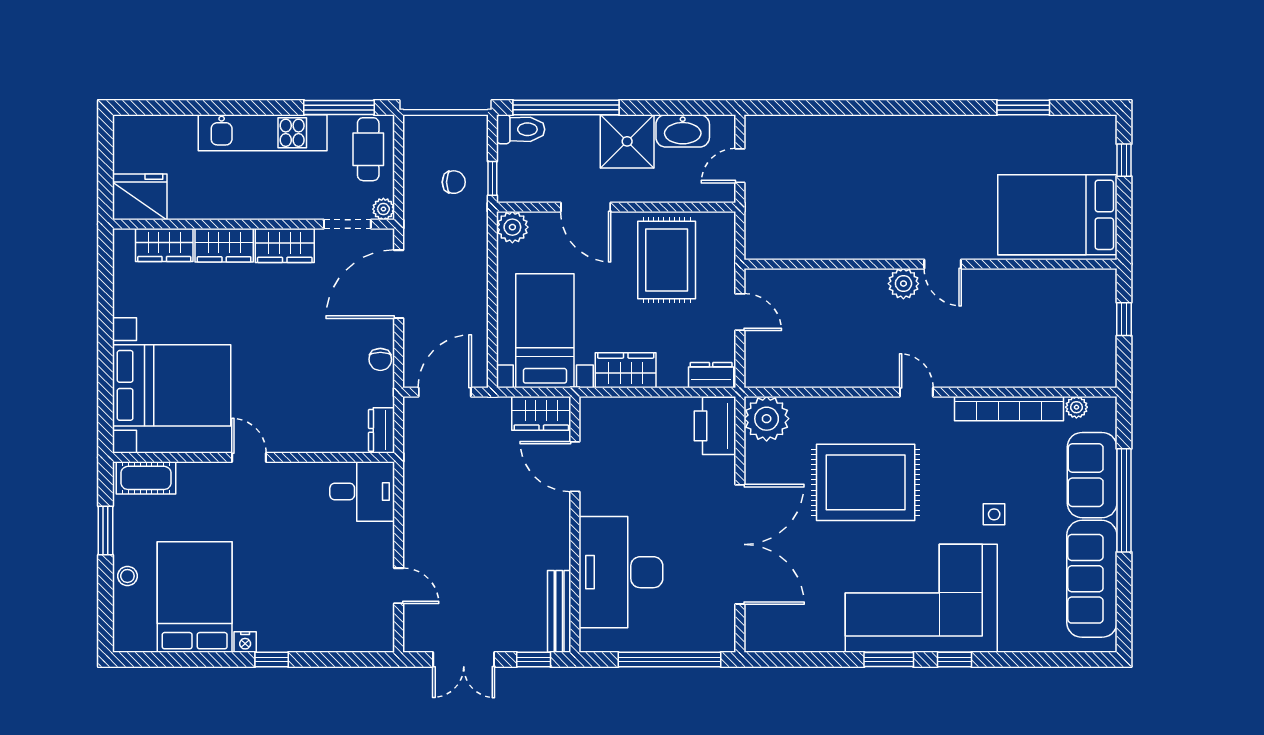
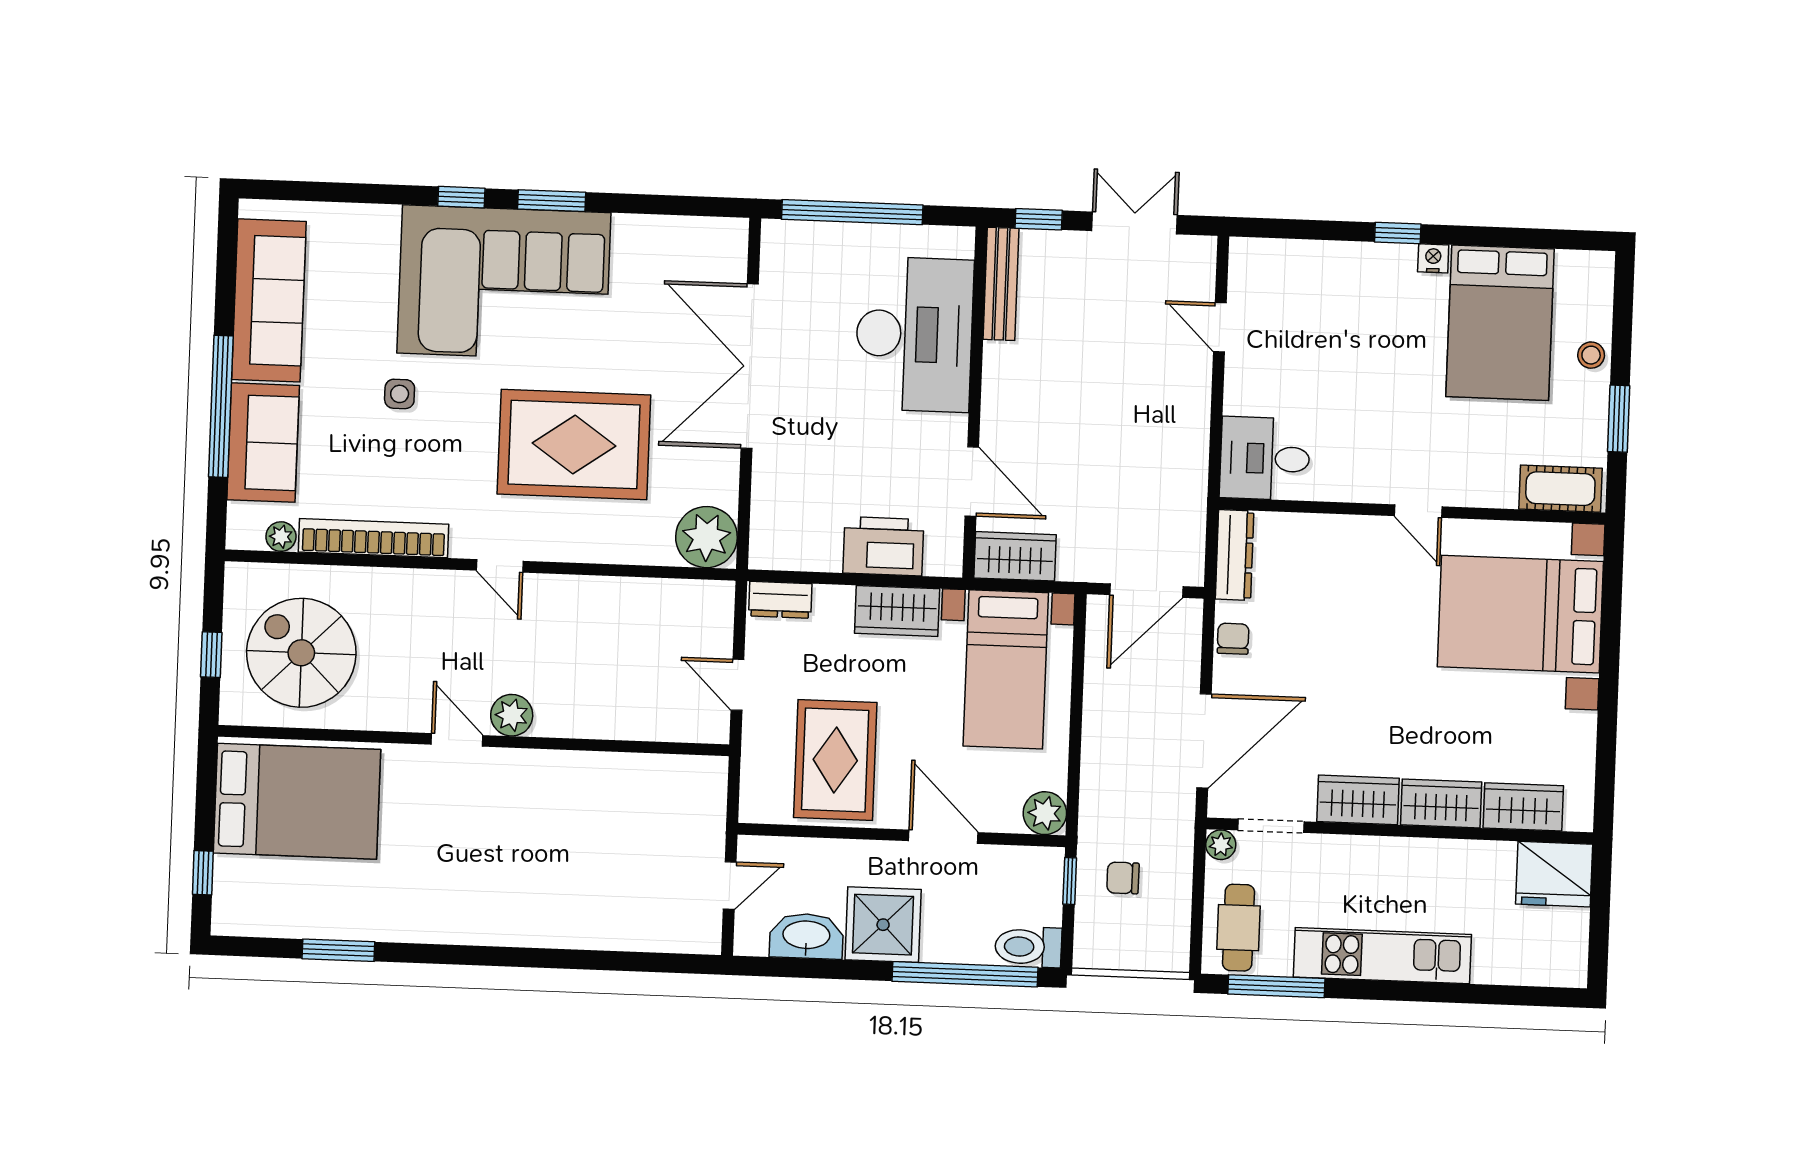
spiral stairs: (1058, 323) -> (301, 653), added
printer: (715, 426) -> (883, 546), moved, turned -90
dresser: (381, 430) -> (1235, 555), width x1.44

